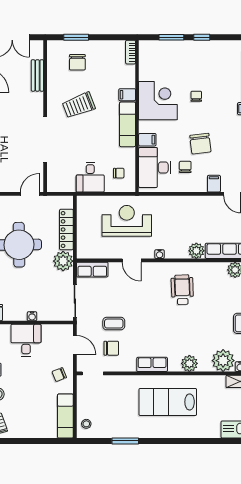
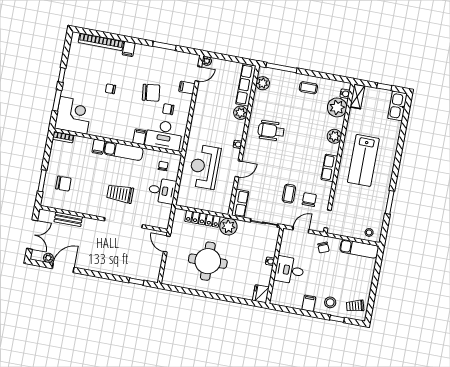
corner desk: (158, 101) -> (73, 115), moved, turned 90
trolley: (79, 105) -> (120, 194), moved, turned 111

